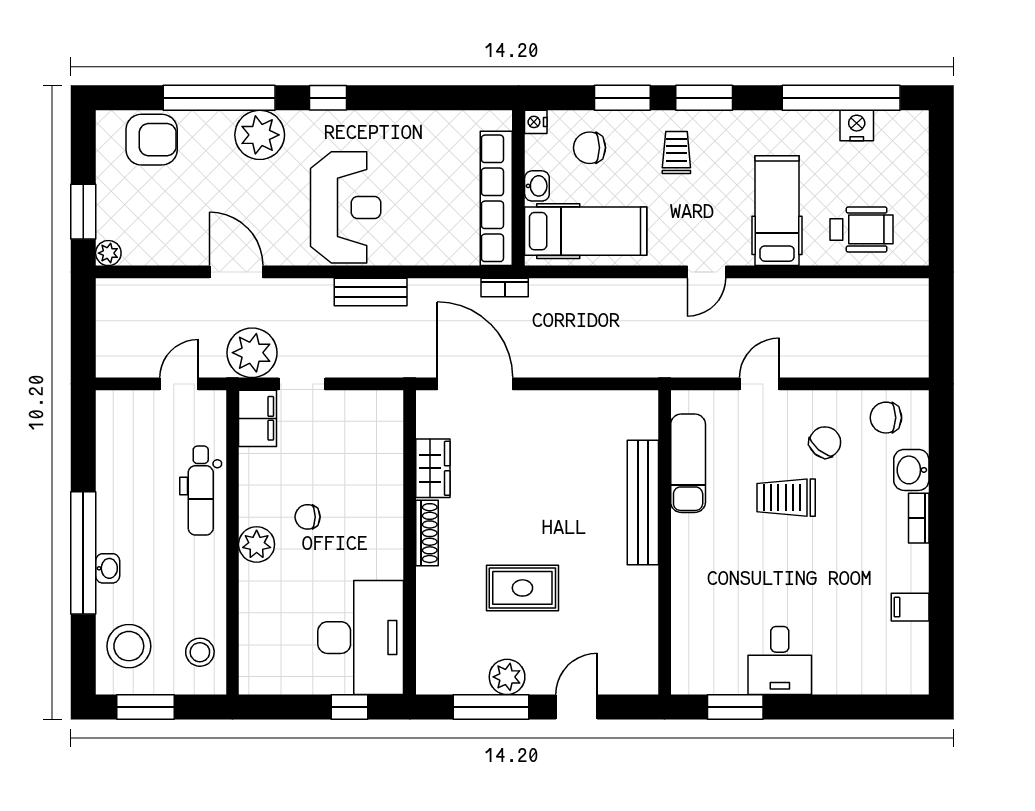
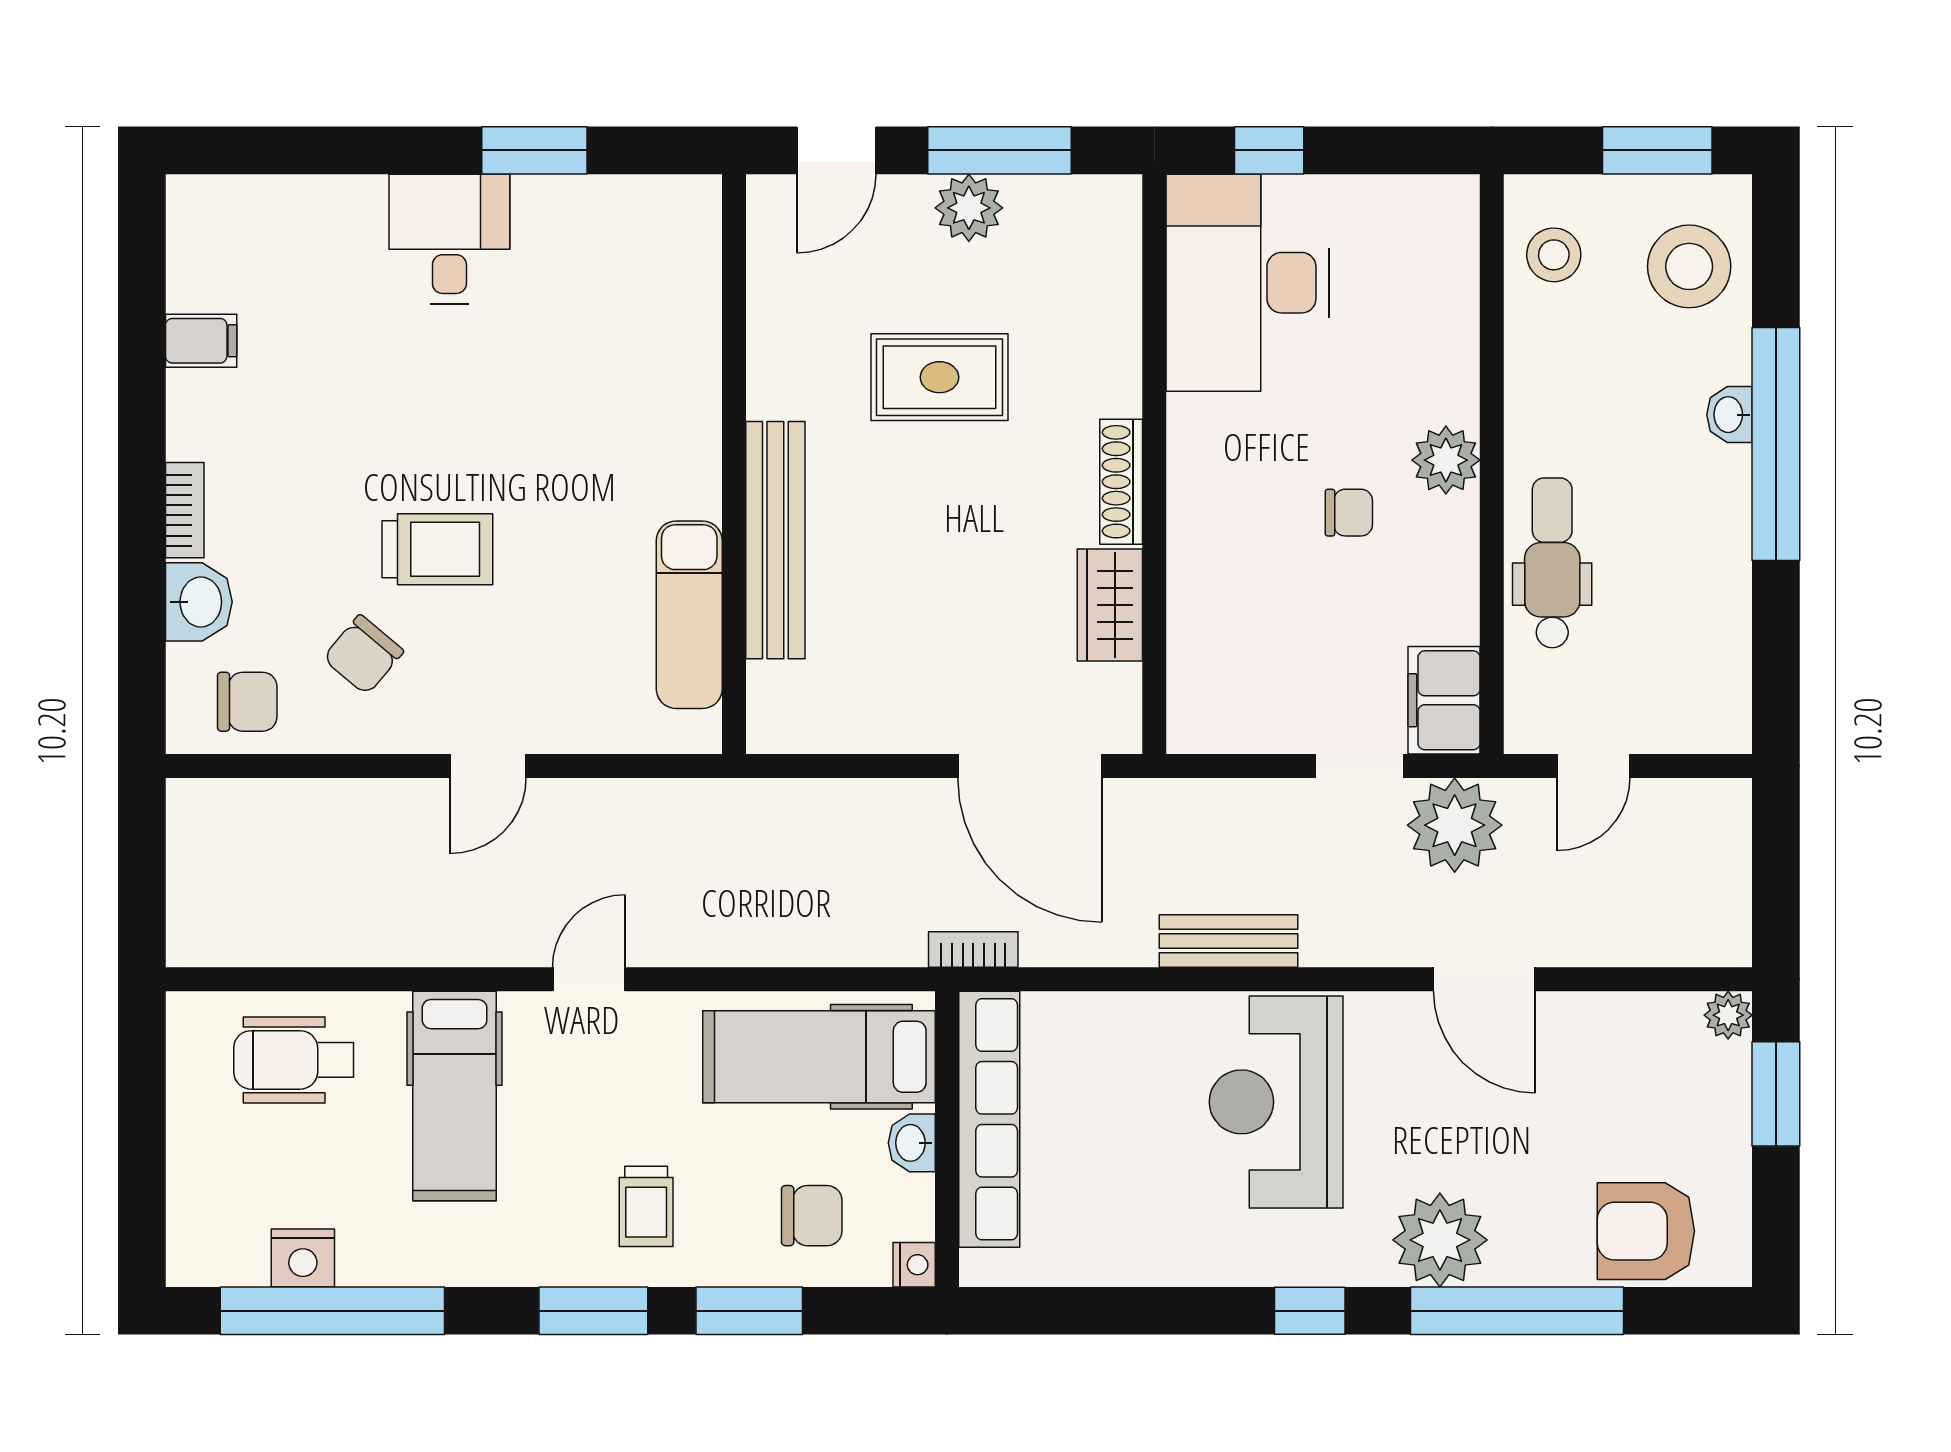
exam couch: (688, 463) -> (689, 615), moved
bench: (643, 502) -> (775, 540), moved
wall: (665, 542) -> (734, 464), moved

